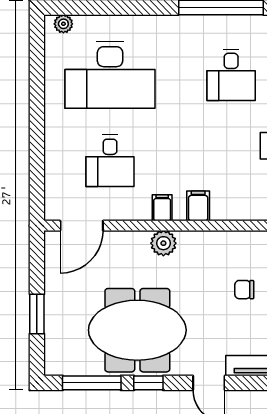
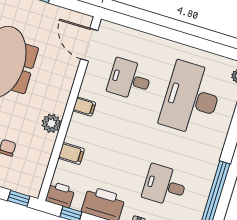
filing cabinet: (198, 206) -> (71, 154), moved
plant: (163, 243) -> (51, 123), moved

